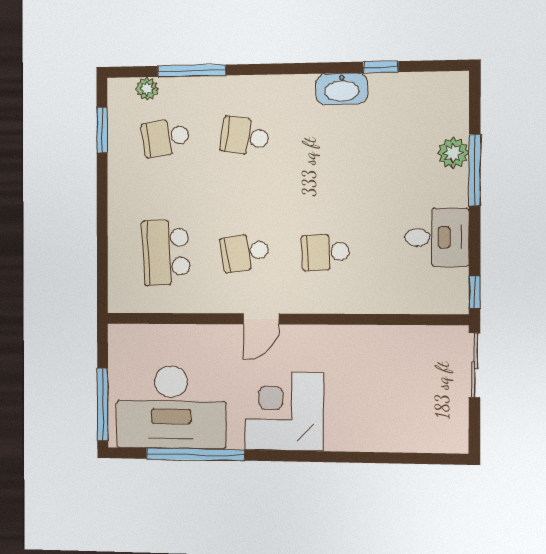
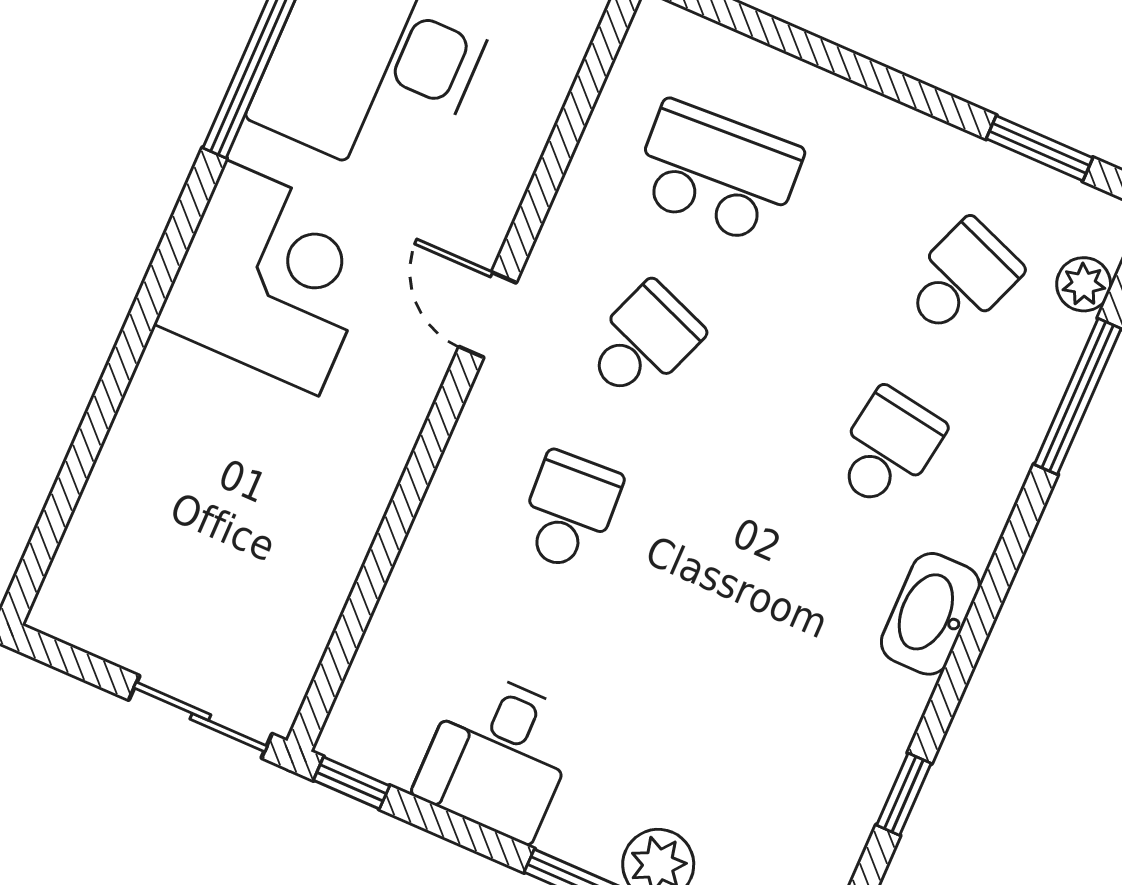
washbasin: (342, 89) -> (930, 614), moved
school desk: (166, 137) -> (962, 279), turned 30
school desk: (245, 252) -> (643, 342), turned 30

